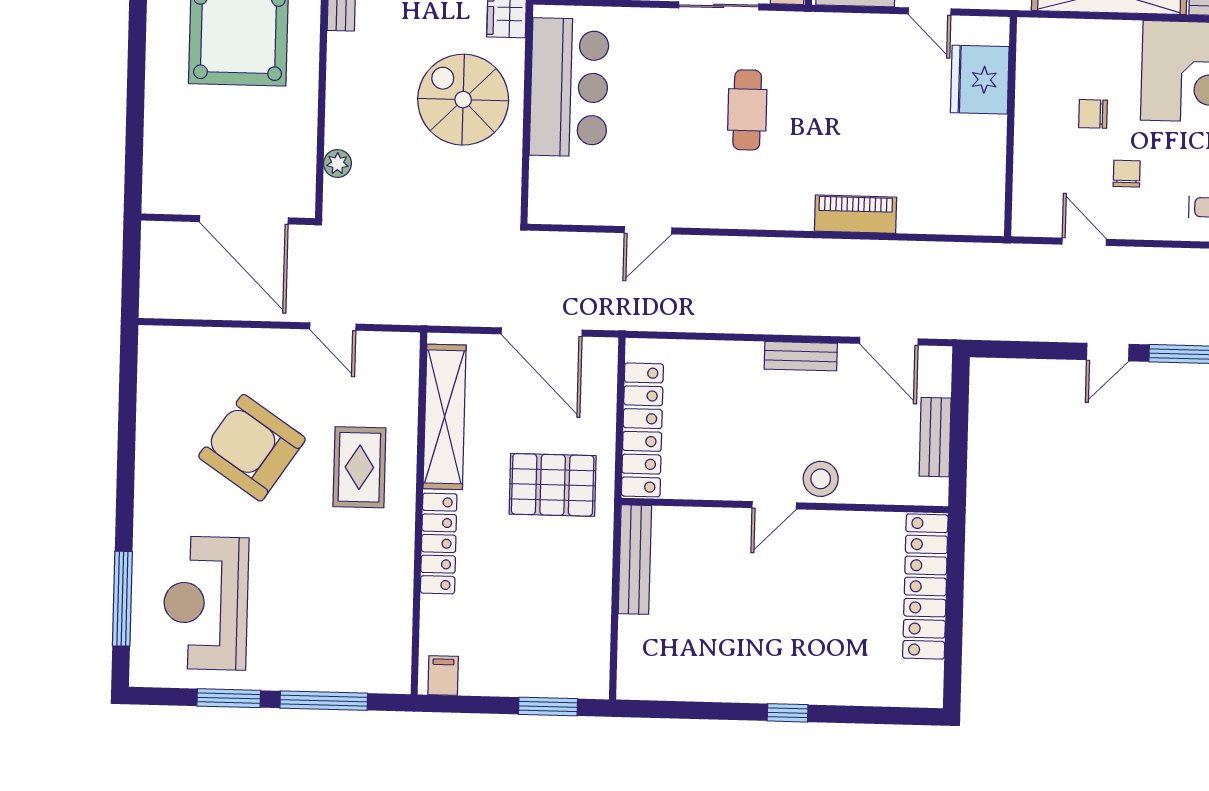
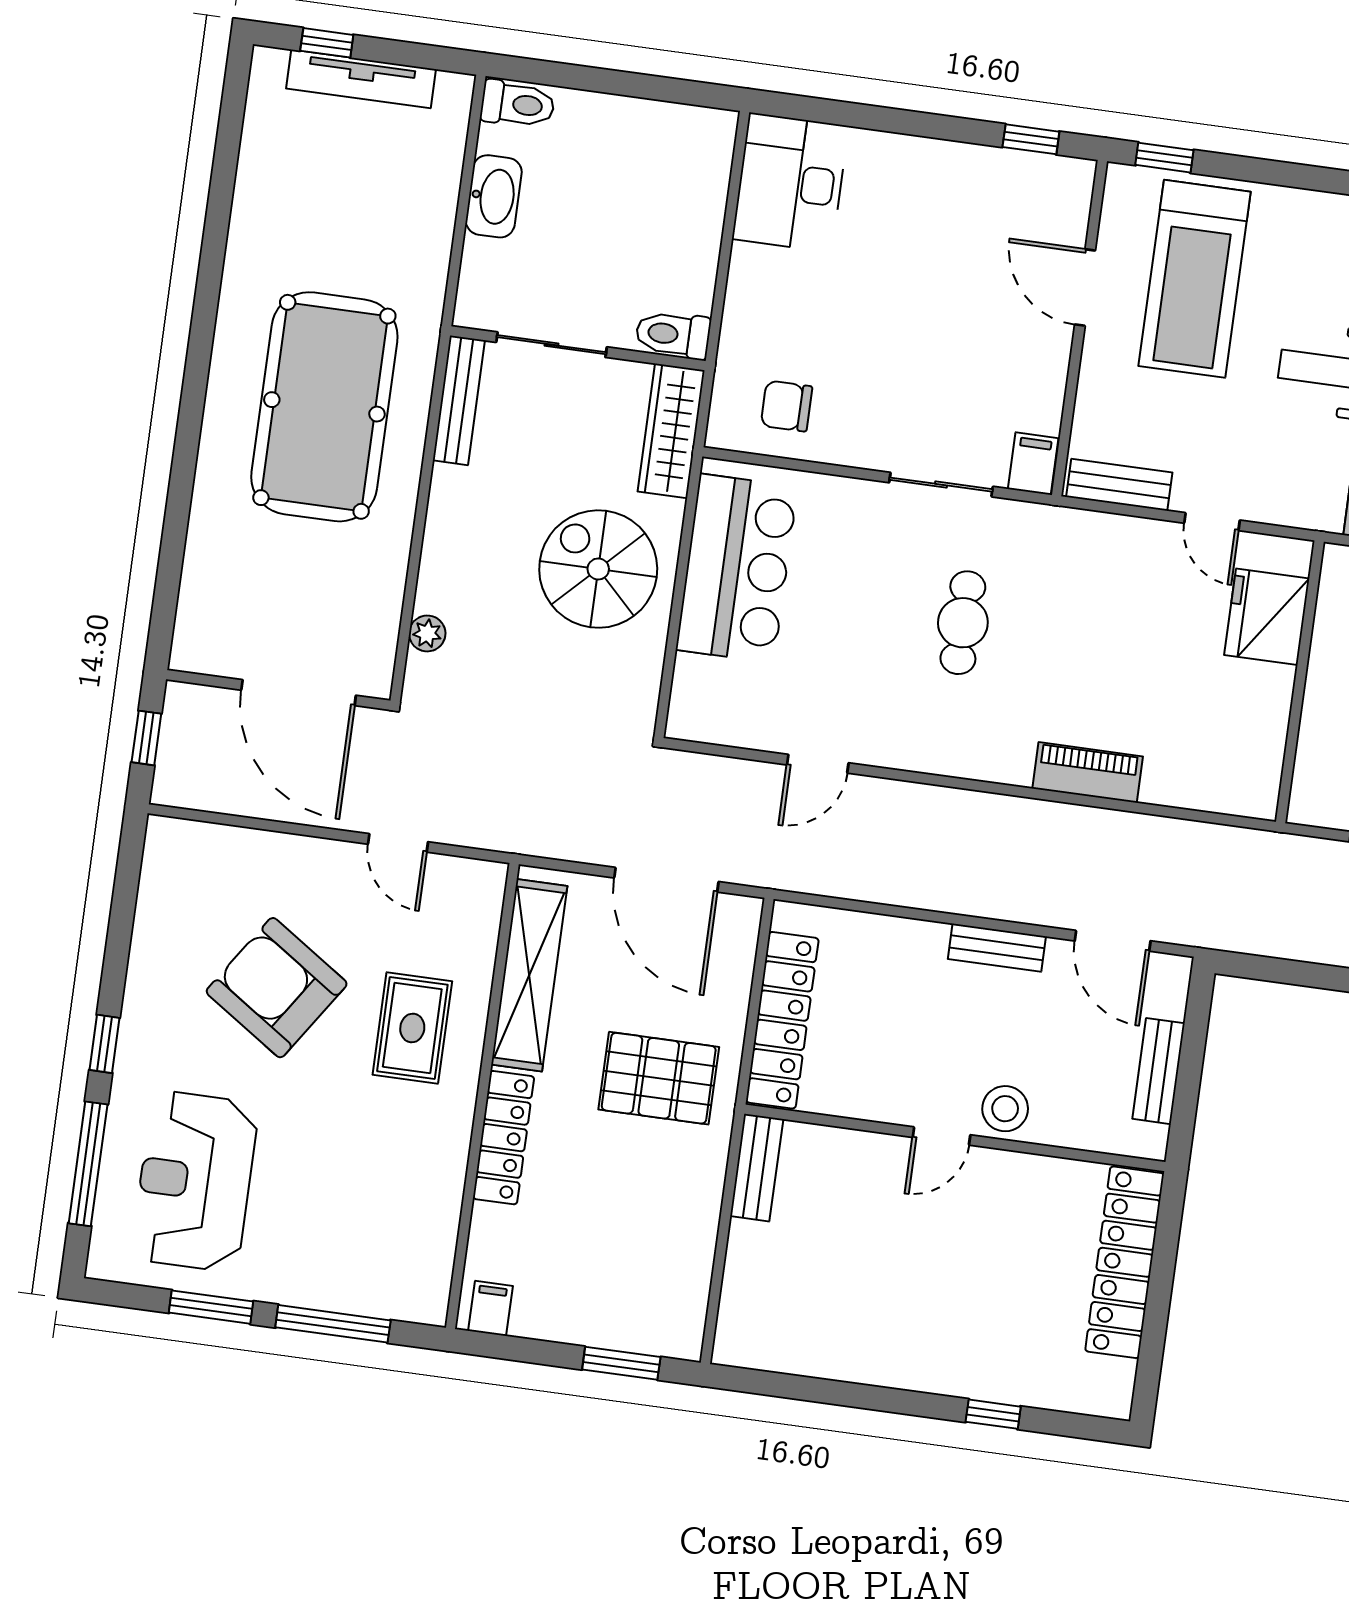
window: (131, 267) -> (146, 738), added
window: (125, 505) -> (105, 1044), added
bench: (635, 560) -> (757, 1168), width x0.73
window: (788, 713) -> (993, 1414), moved

